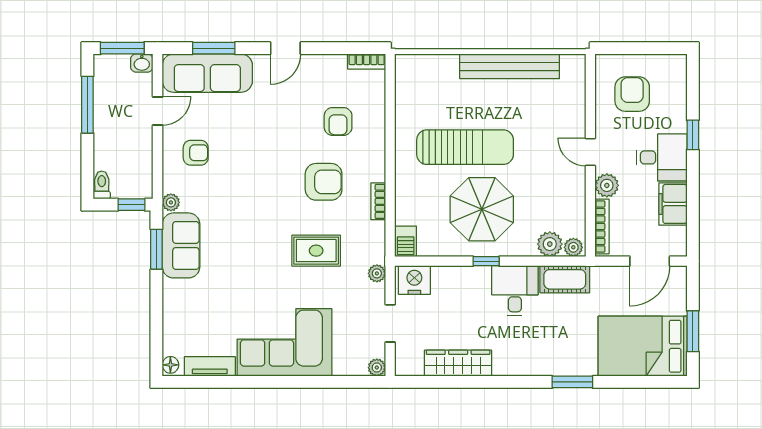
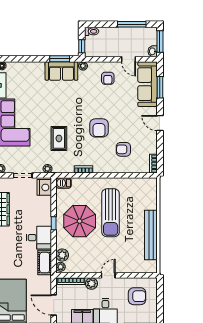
armchair: (324, 182) -> (99, 128), moved

